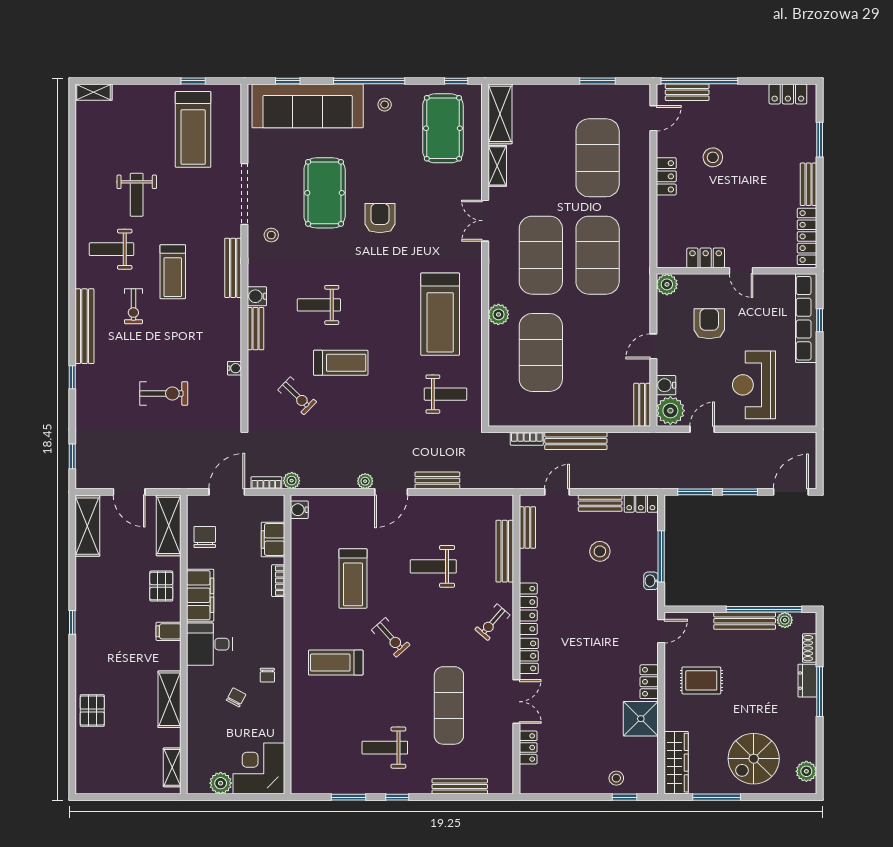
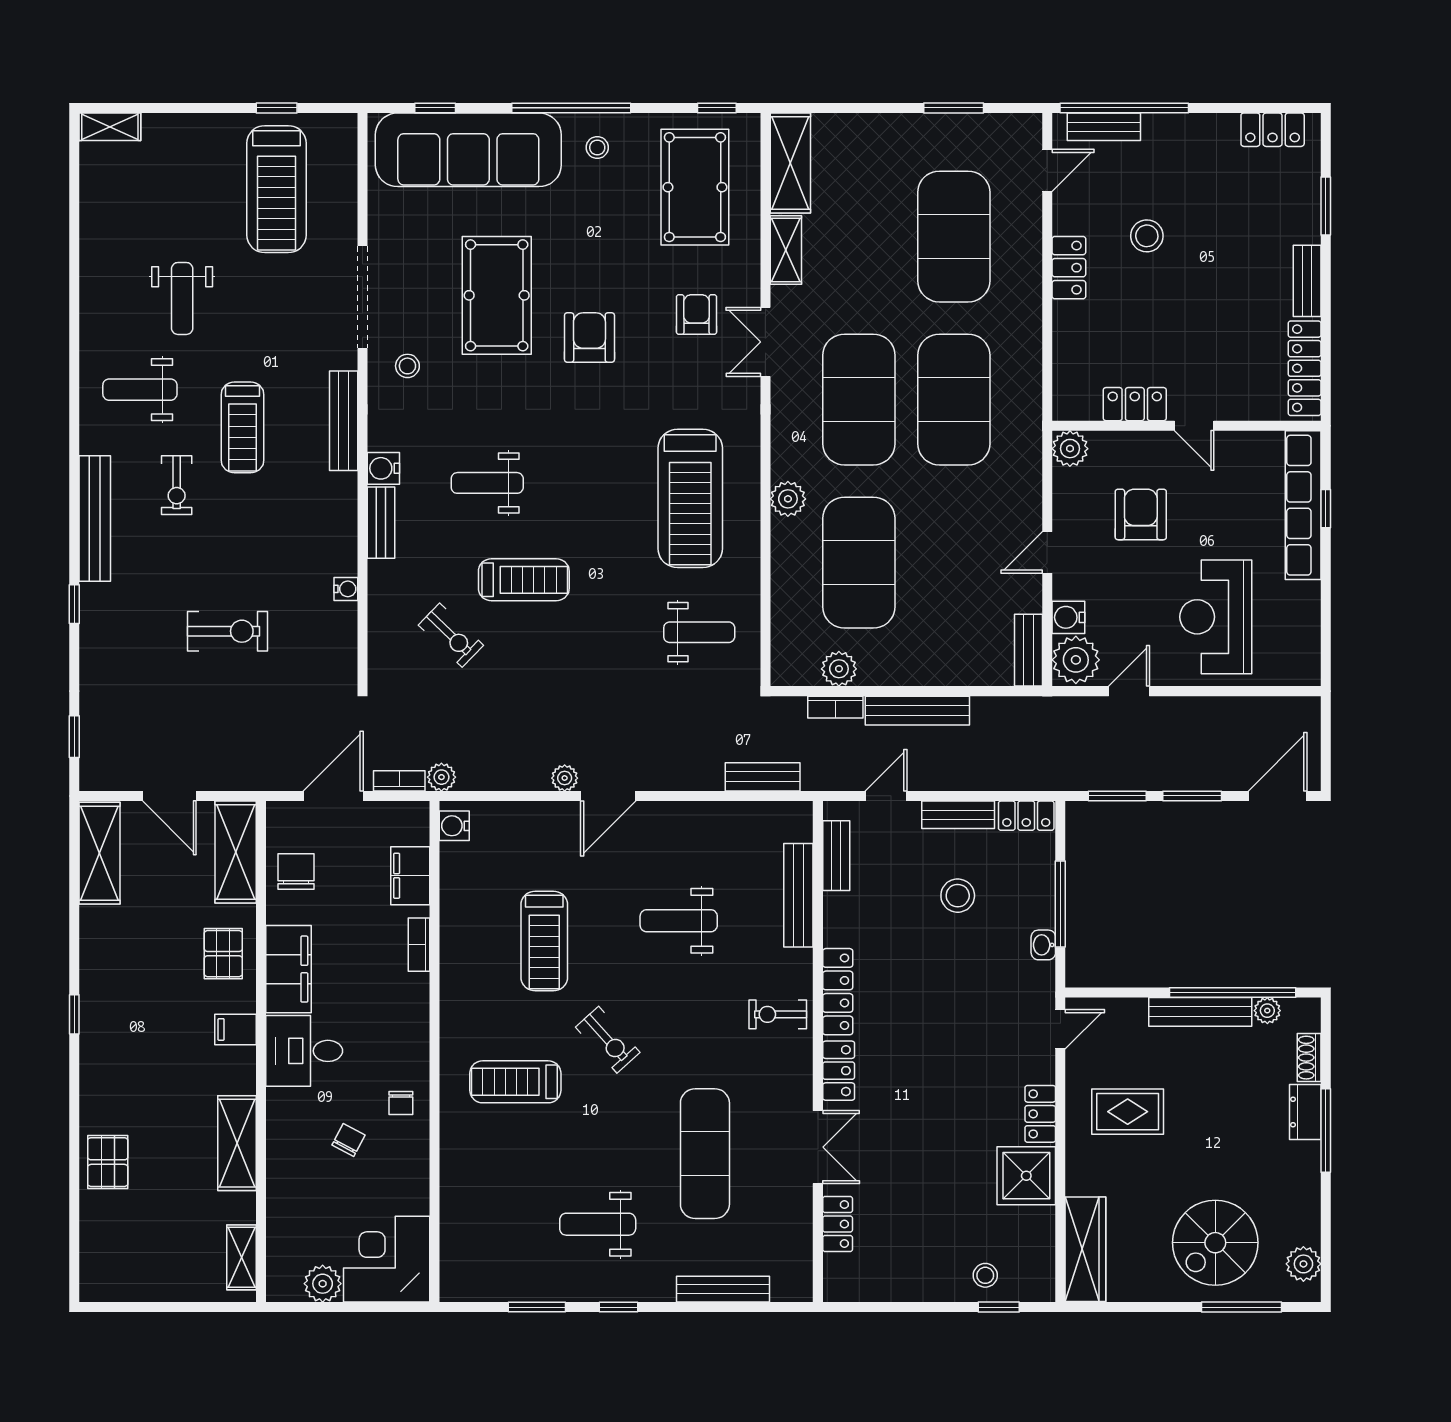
armchair: (444, 204) -> (697, 315), added
plant: (529, 416) -> (839, 669), added
bench: (437, 480) -> (763, 777), moved
exercise bike: (492, 622) -> (778, 1014), turned 49
window: (717, 797) -> (1241, 1307), moved

